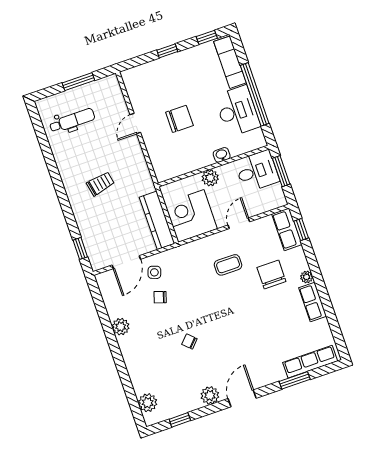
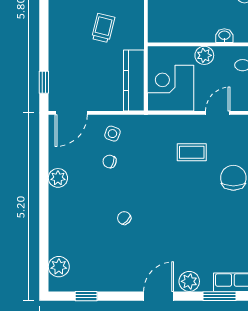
trolley: (100, 184) -> (103, 28), moved, turned -65
door: (126, 262) -> (71, 113), moved
plant: (210, 395) -> (189, 281), moved

